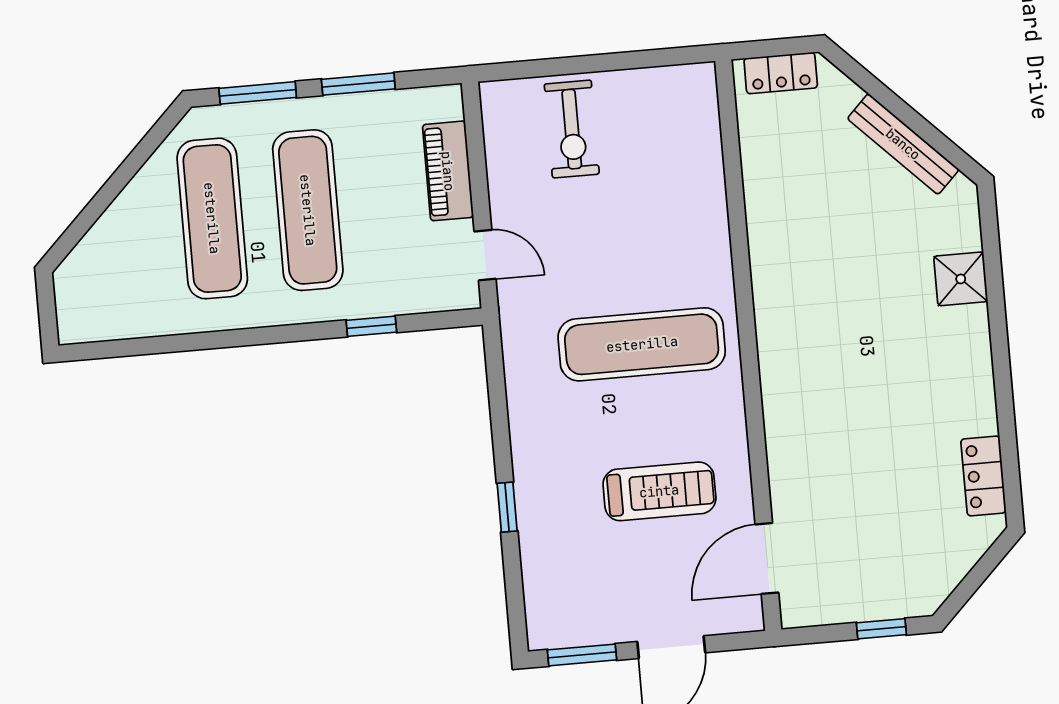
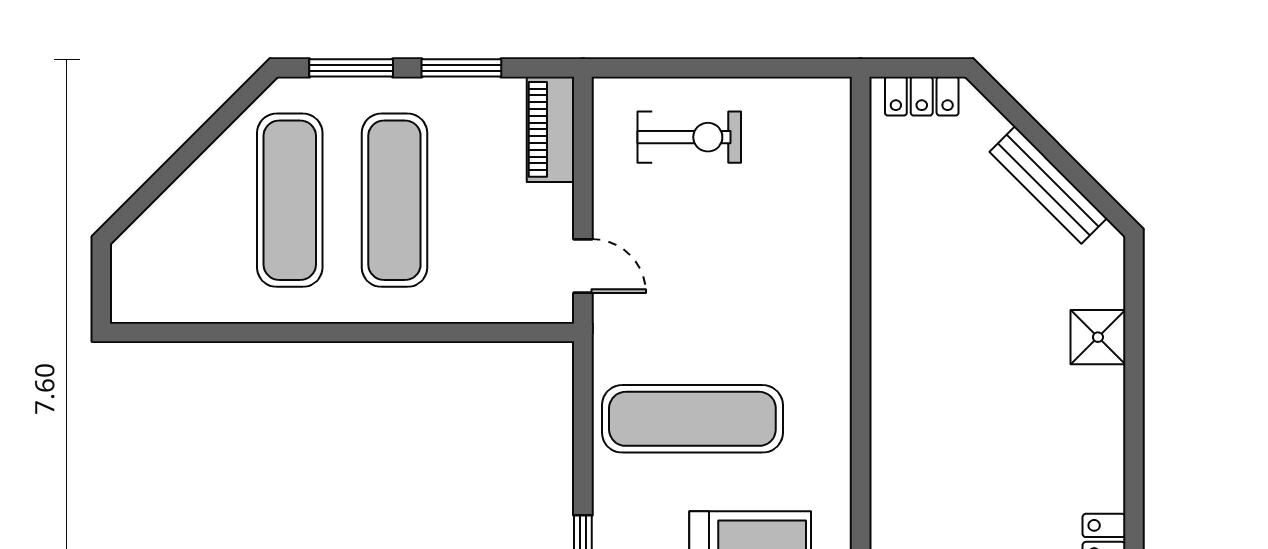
exercise bike: (572, 129) -> (689, 137), turned -90
piano: (448, 171) -> (551, 129), moved
window: (371, 326) -> (453, 333), removed
exercise mat: (642, 344) -> (692, 419), moved

